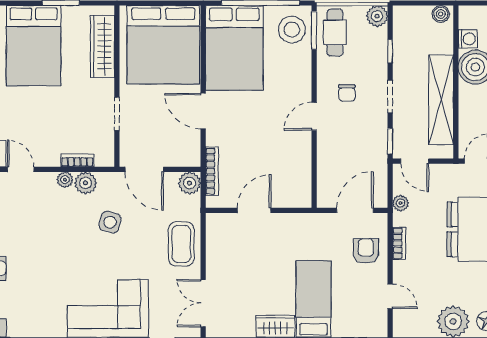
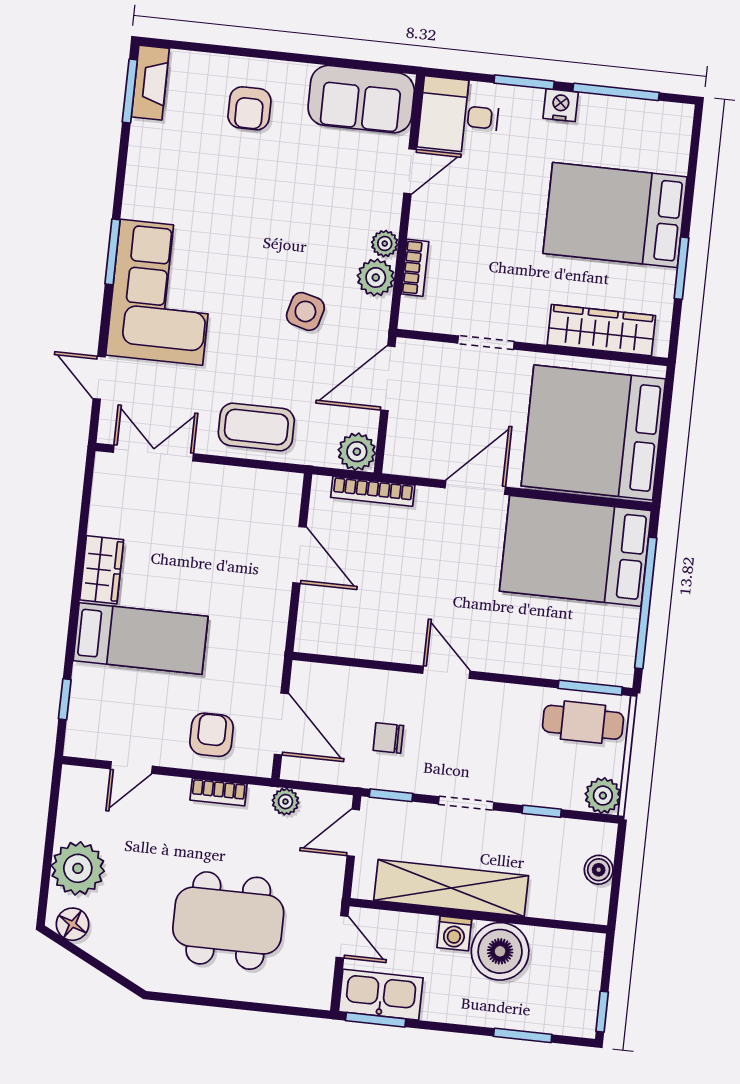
boiler: (441, 14) -> (599, 870), moved
stool: (292, 30) -> (596, 651), removed
washing machine: (468, 39) -> (454, 933), moved
chair: (347, 93) -> (388, 738), moved
armchair: (366, 251) -> (212, 735), turned -90

